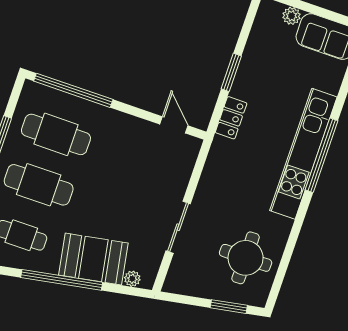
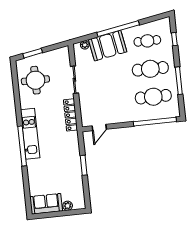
locker: (231, 118) -> (71, 115), moved, width x1.53
door: (174, 125) -> (99, 128), hinge flipped
kitchen unit: (303, 154) -> (30, 134), width x0.73

